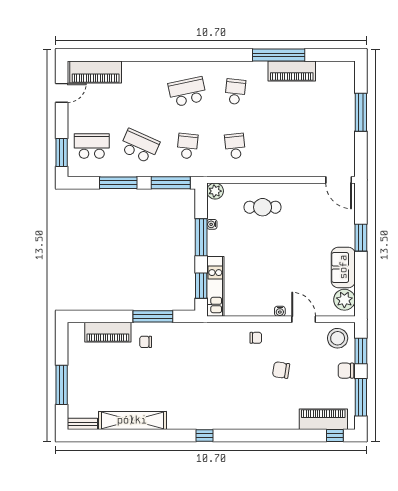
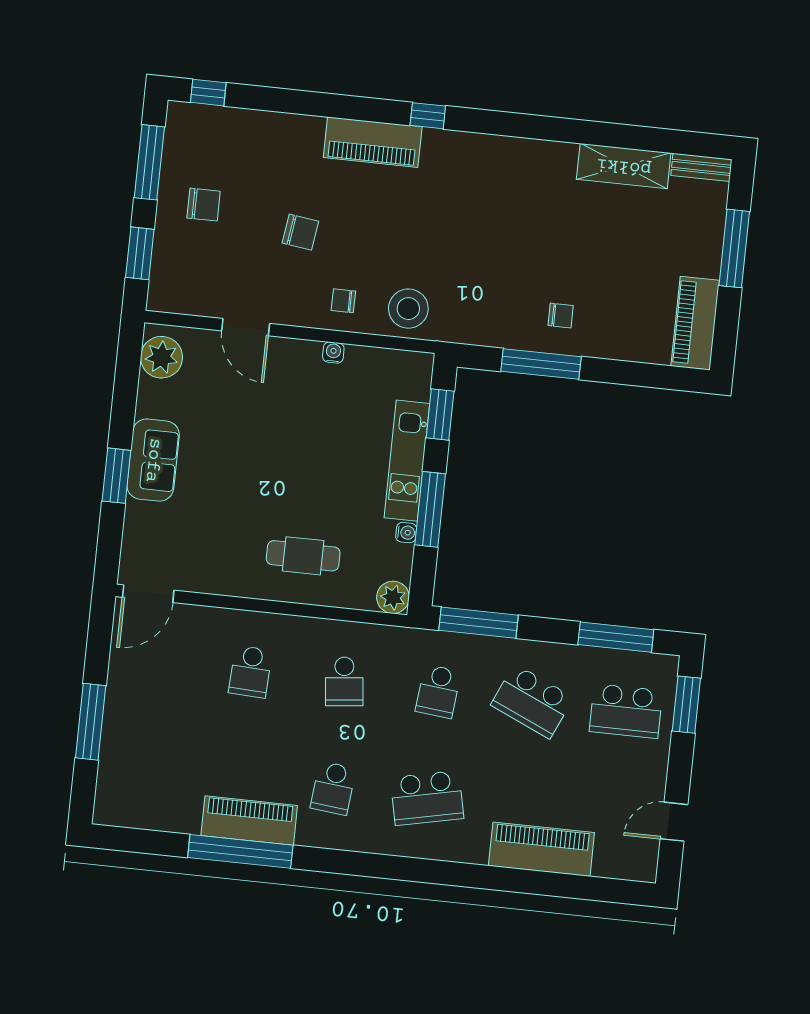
piano: (292, 71) -> (249, 820), moved
piano: (96, 72) -> (541, 849), moved
school desk: (283, 146) -> (250, 672), added
door: (339, 180) -> (148, 594), swing flipped
window: (118, 183) -> (616, 637), moved
sofa: (343, 267) -> (153, 460), moved
kitchen unit: (215, 286) -> (407, 461), moved
water cooler: (280, 311) -> (333, 352), moved
piano: (108, 332) -> (695, 323), moved, turned -90
stool: (338, 338) -> (408, 309), moved
chair: (346, 371) -> (204, 205), moved
piano: (323, 419) -> (373, 142), moved
shelving: (132, 420) -> (624, 166), width x0.68
window: (204, 436) -> (428, 116), moved

